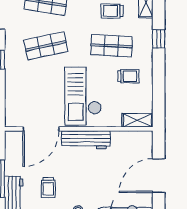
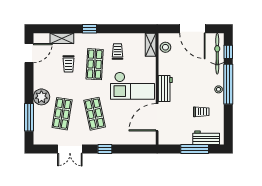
door: (41, 129) -> (157, 117), swing flipped
workbench: (86, 140) -> (165, 88), width x0.73
stool: (134, 140) -> (165, 47), added

